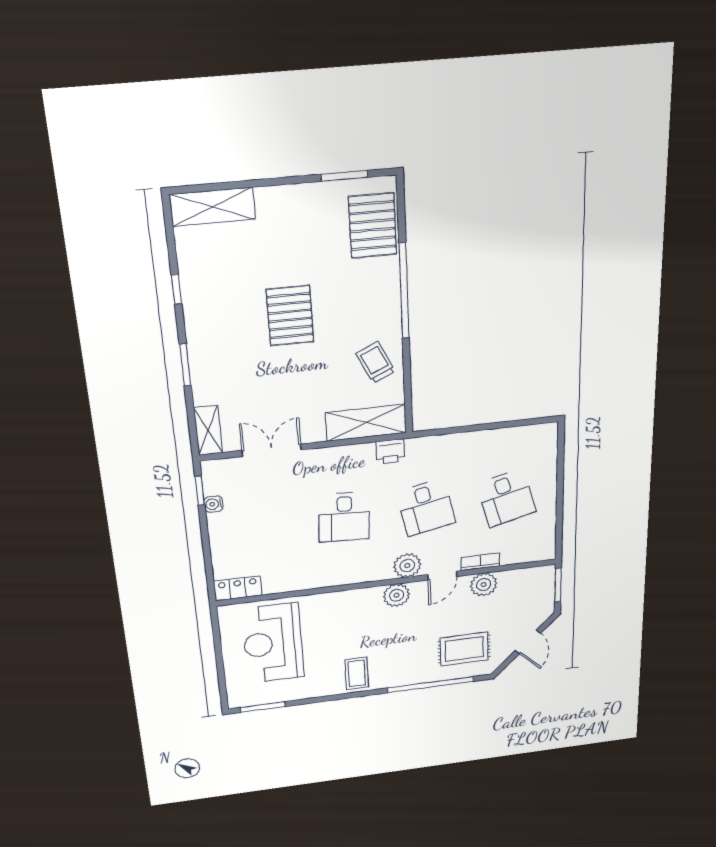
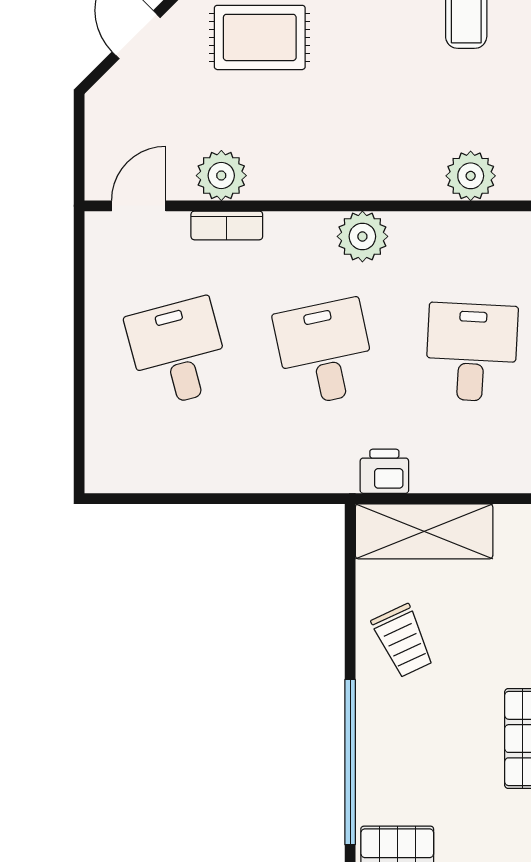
door: (442, 576) -> (139, 206), moved
window: (558, 585) -> (79, 154), removed
plant: (397, 595) -> (471, 176), moved

